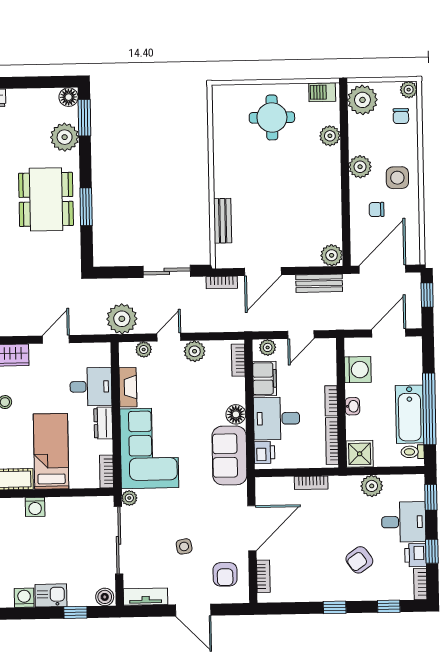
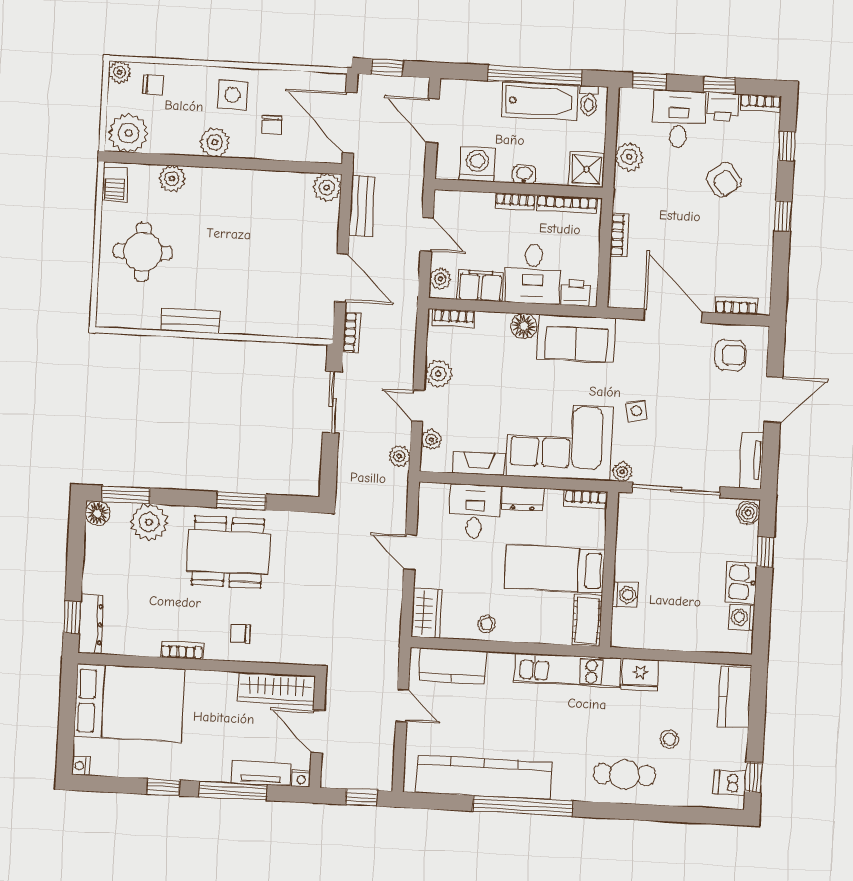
bench: (223, 221) -> (191, 321), moved
plant: (122, 319) -> (399, 456), width x0.53, depth x0.53
side table: (184, 546) -> (637, 411), moved

